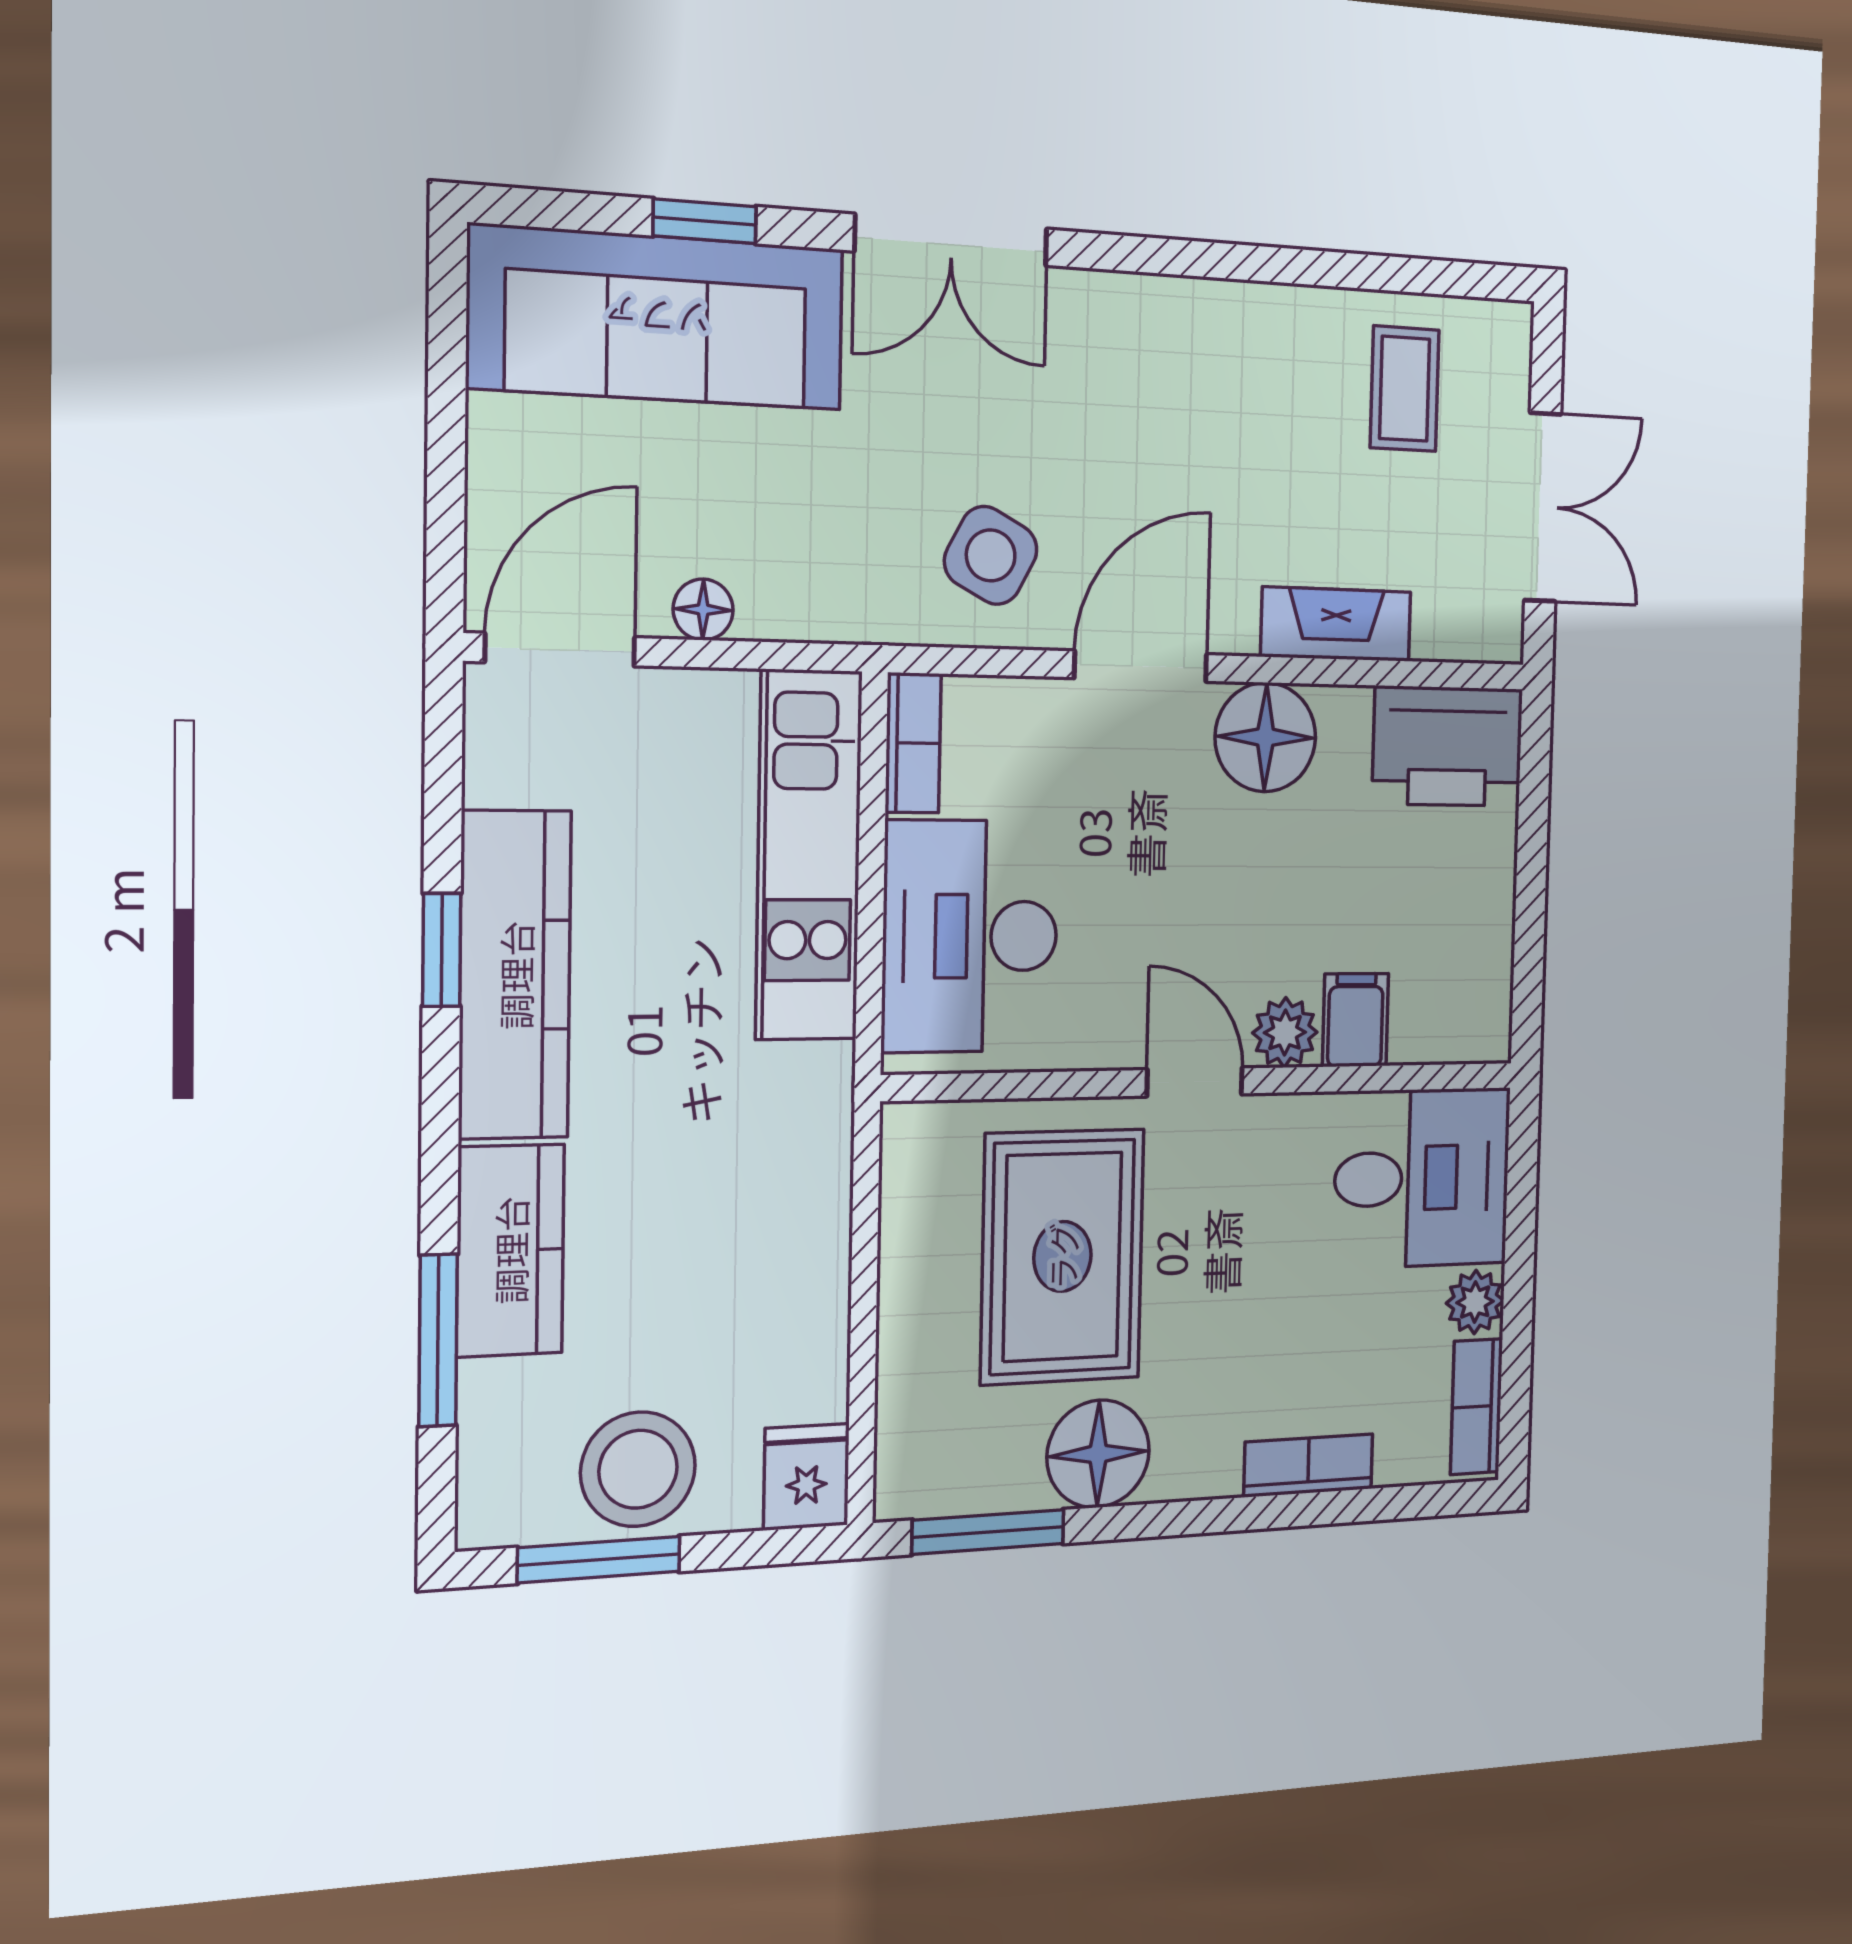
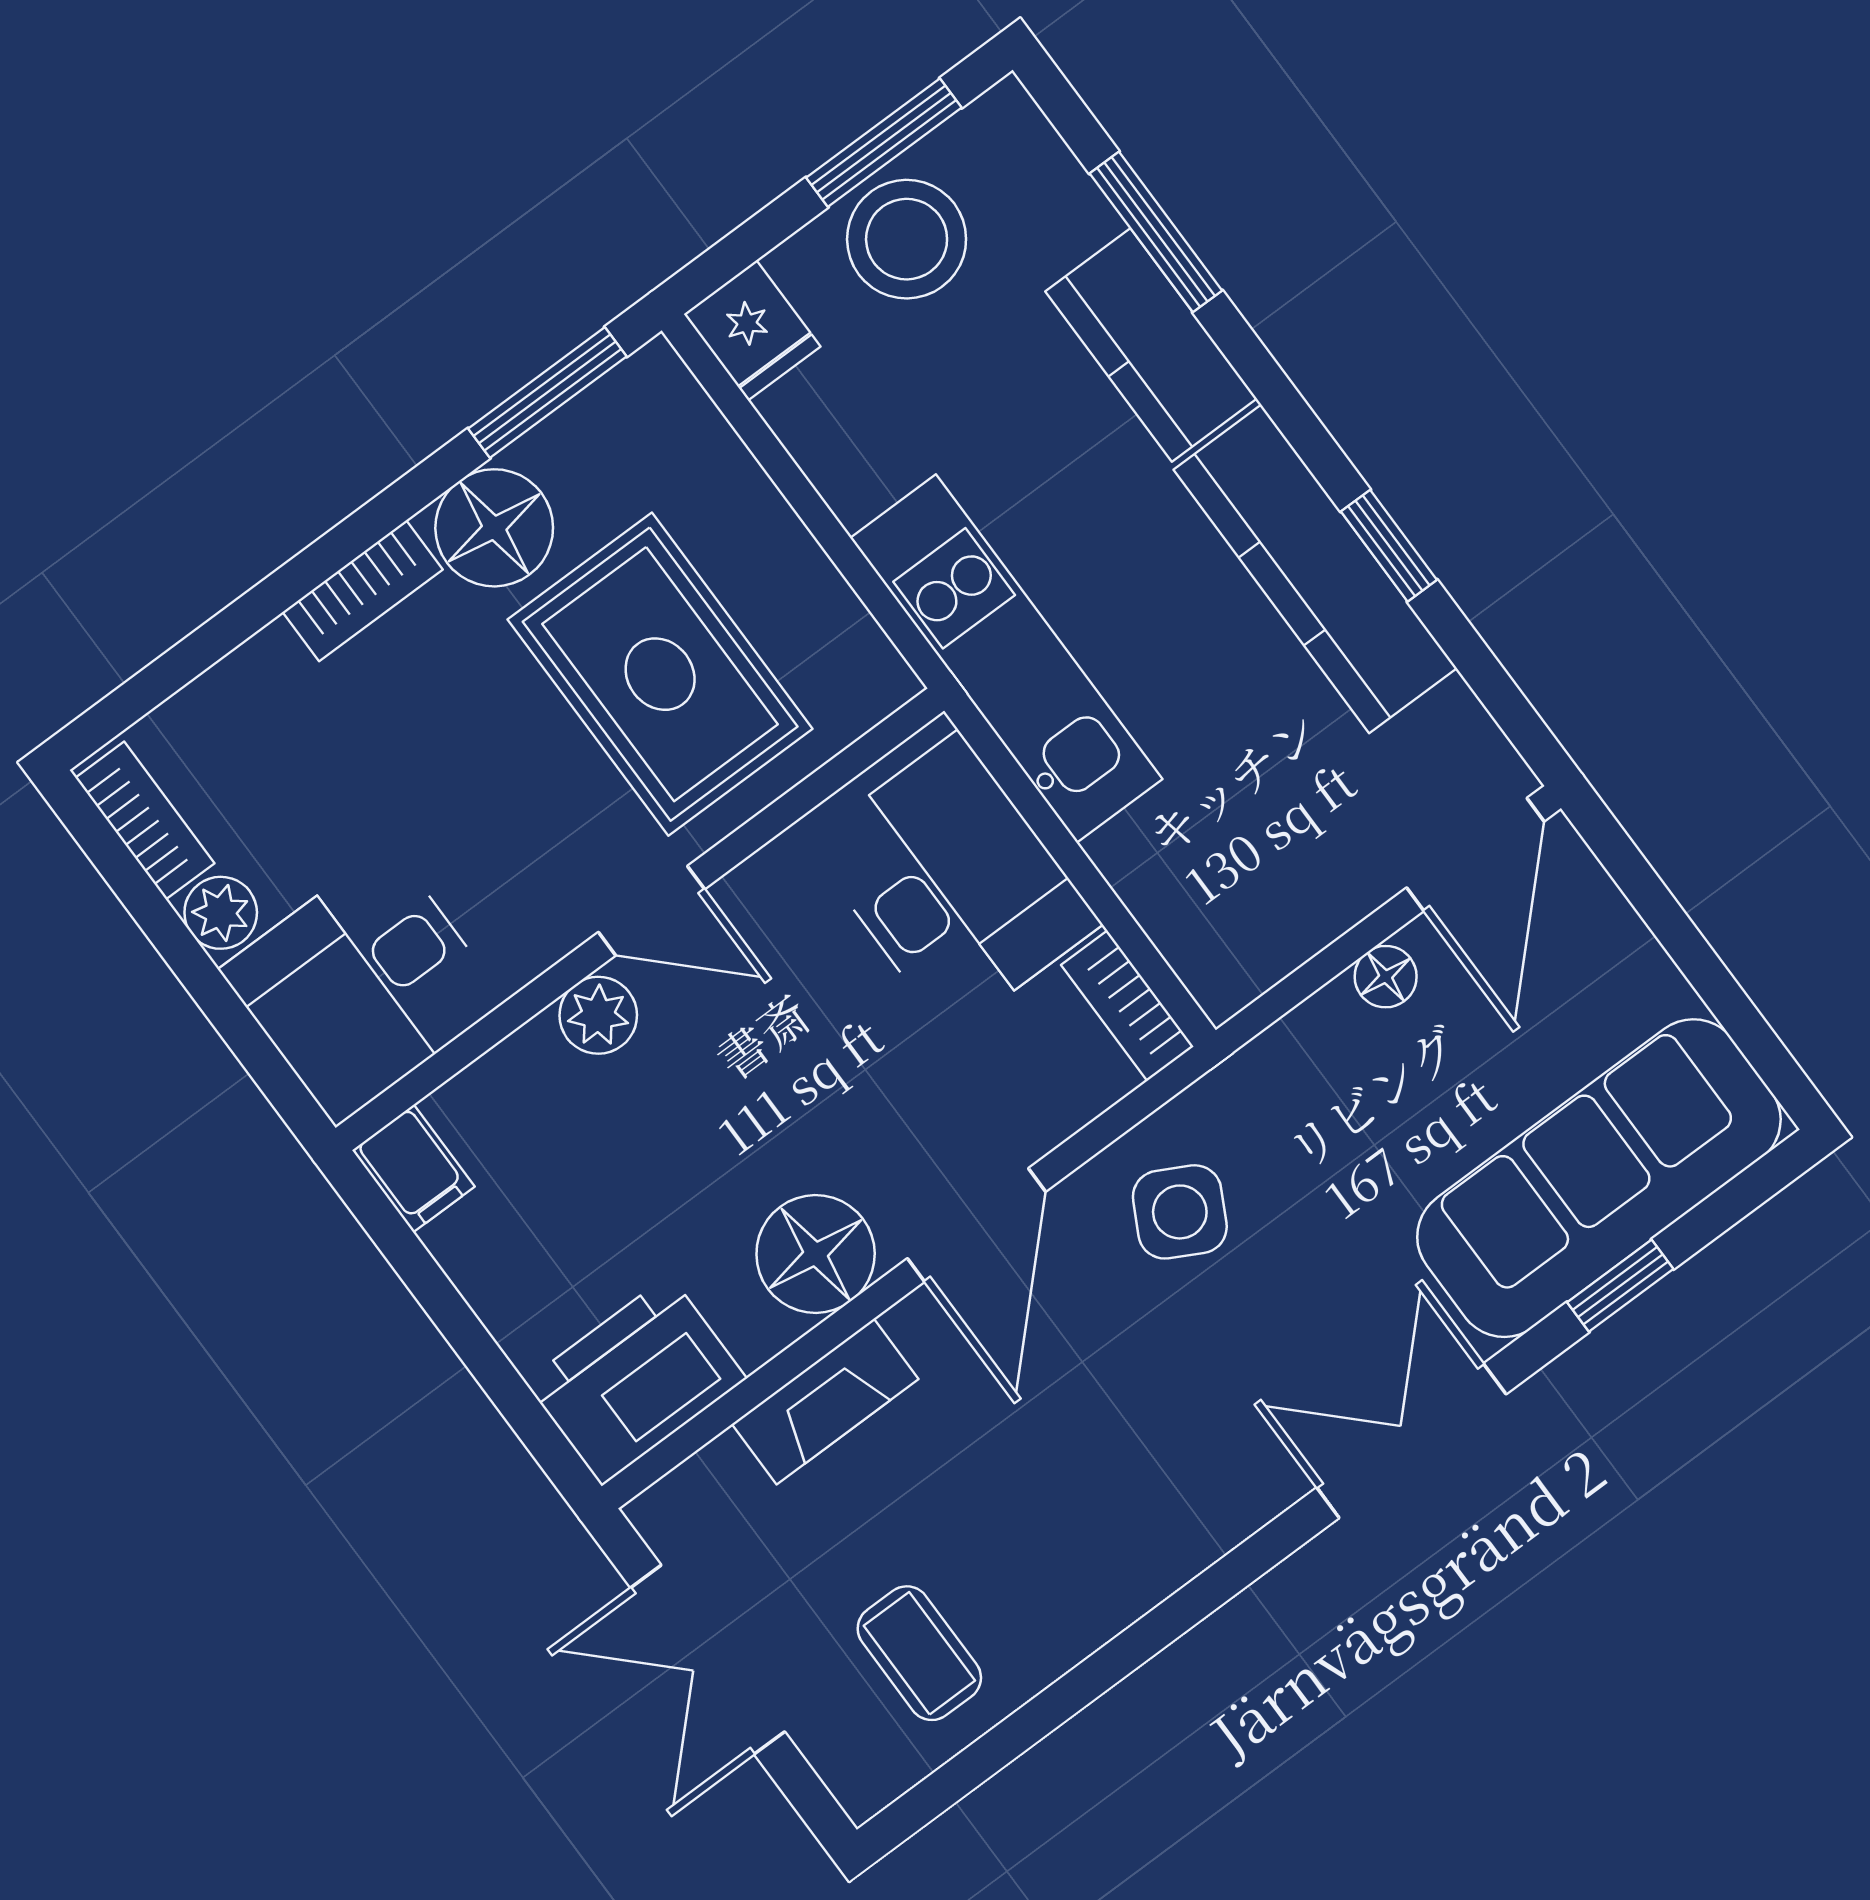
kitchen unit: (809, 855) -> (1006, 658), moved
filing cabinet: (1355, 1020) -> (413, 1168), moved
bookcase: (1308, 1465) -> (363, 591), moved

